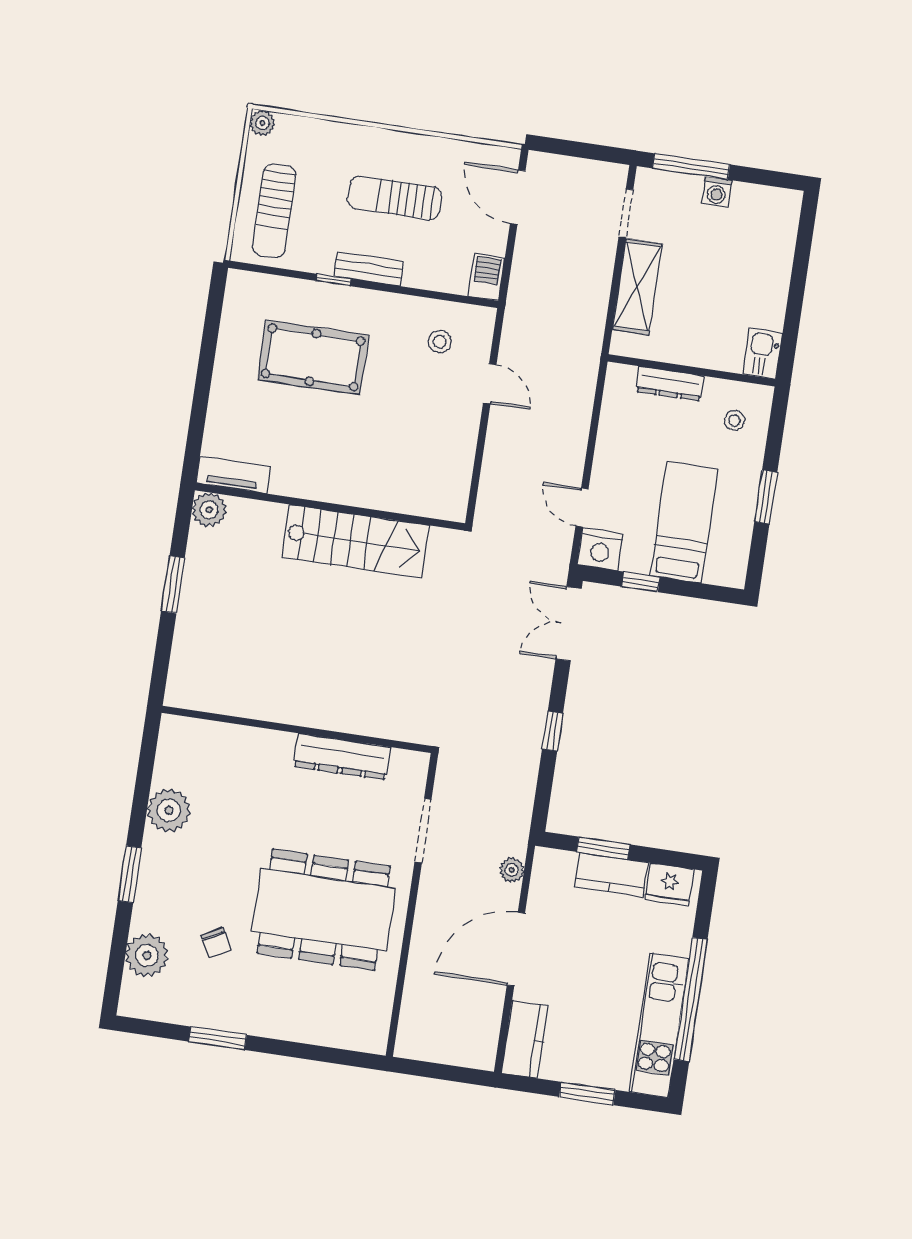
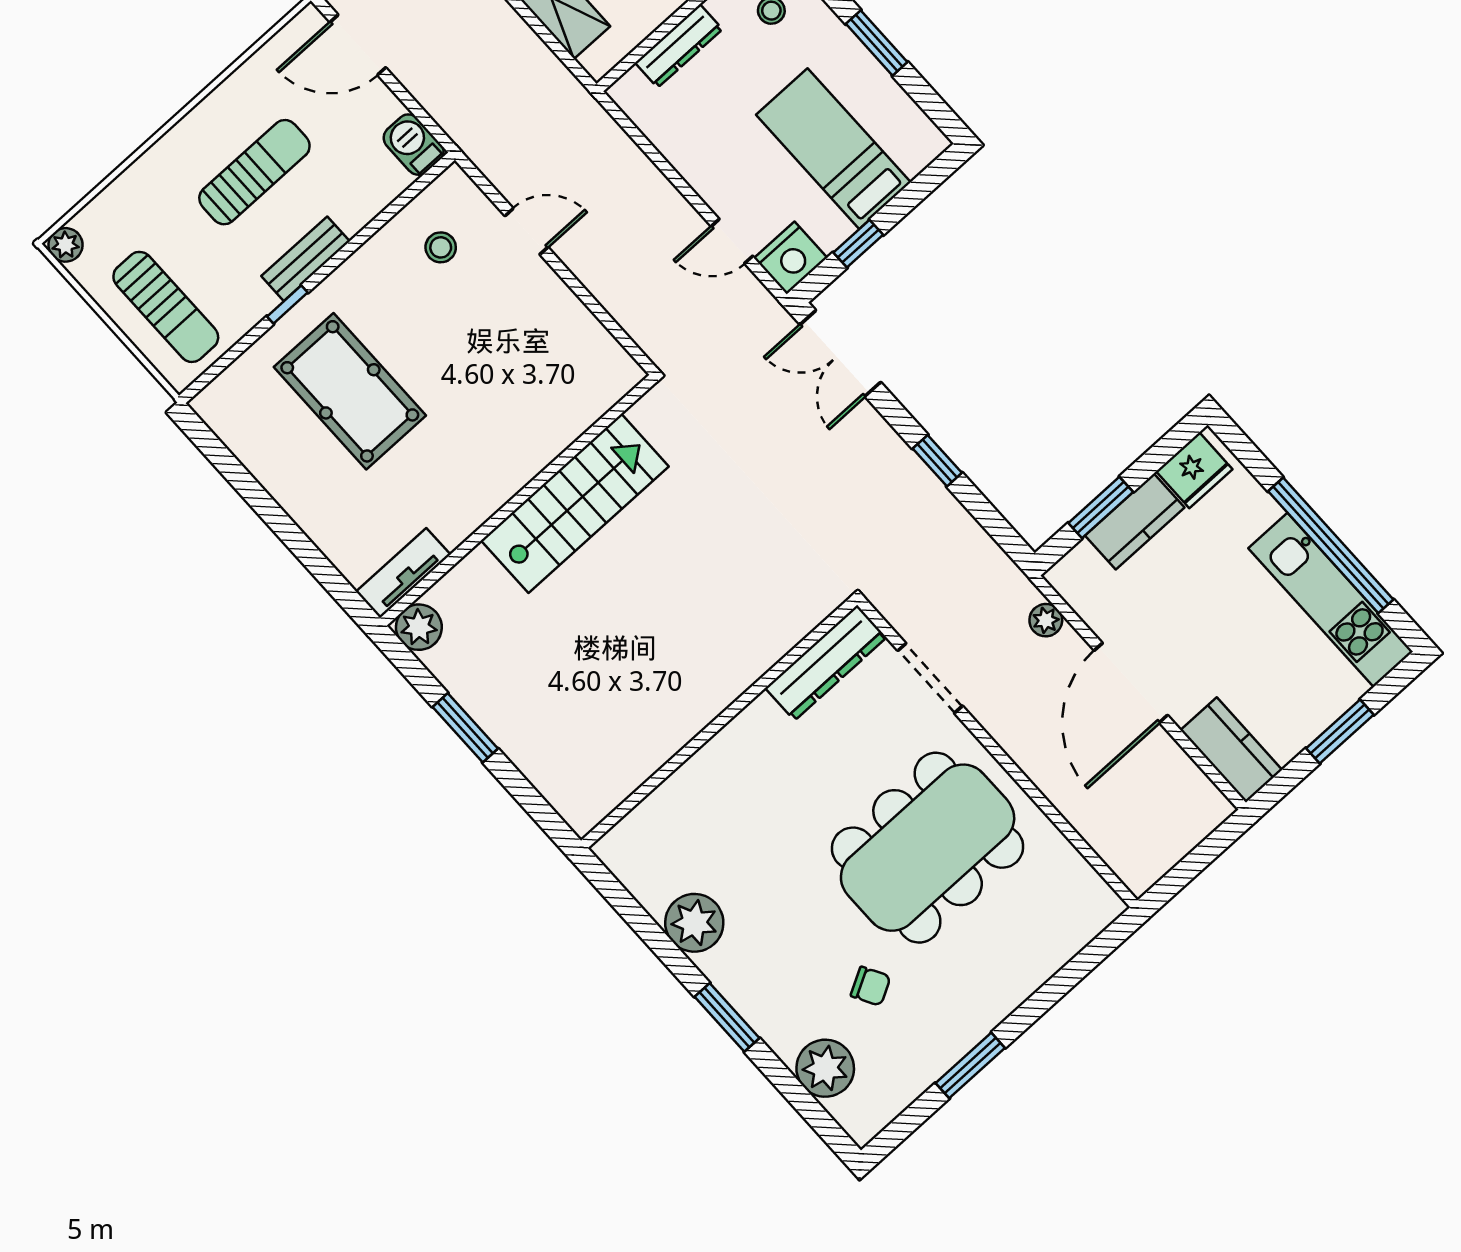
sun lounger: (395, 198) -> (254, 172), turned 180
pool table: (313, 357) -> (350, 391), turned 90
dresser: (342, 757) -> (826, 663), moved

